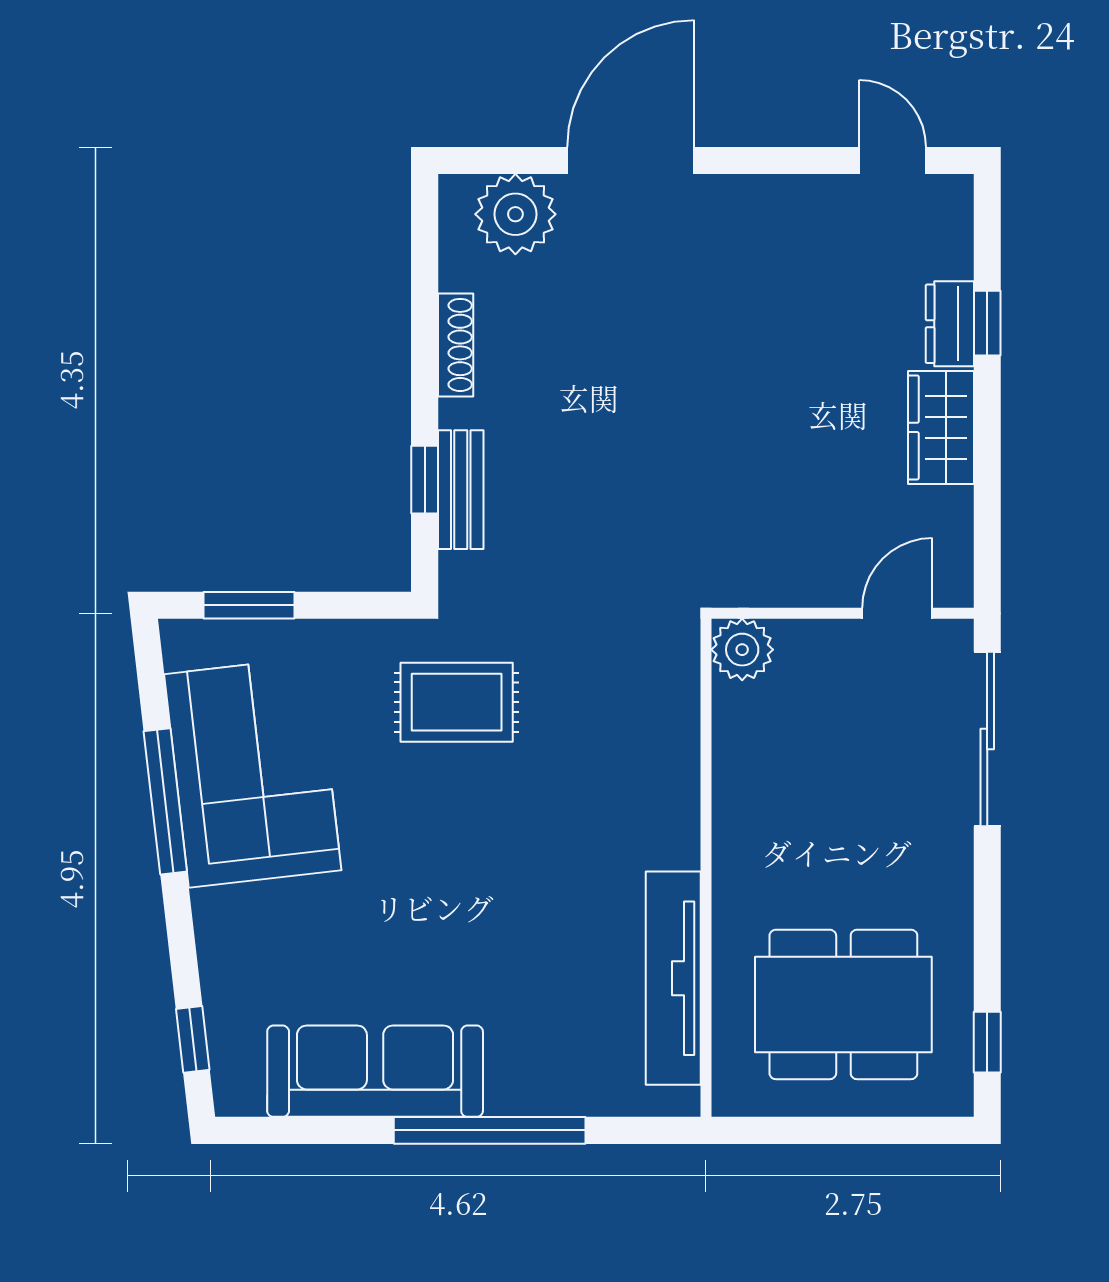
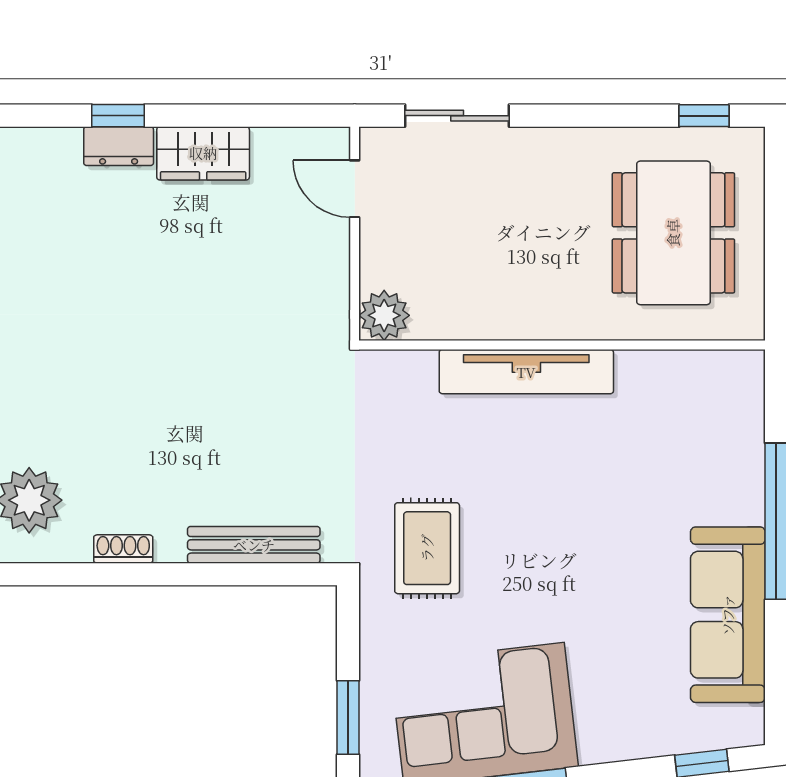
shoe rack: (456, 345) -> (123, 549), width x0.70
window: (425, 480) -> (246, 574), removed
bench: (461, 490) -> (254, 545), width x1.36
sliding door: (987, 739) -> (457, 116), width x0.73
tv unit: (673, 978) -> (526, 372), moved

